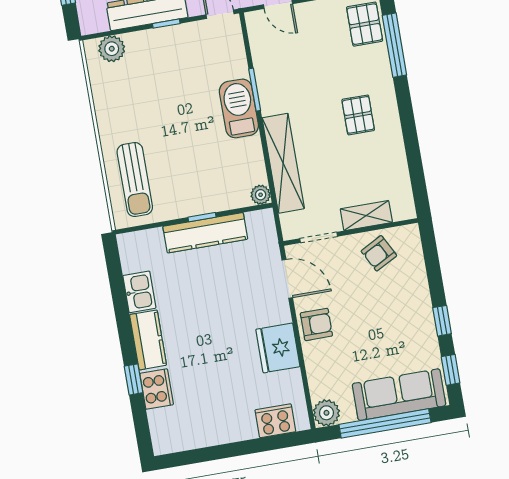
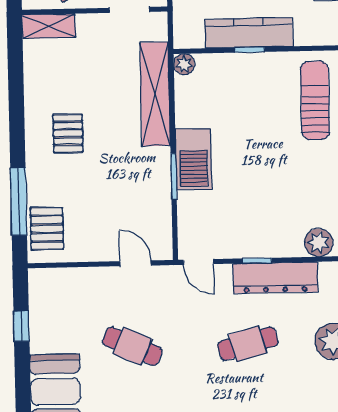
shelving: (366, 216) -> (49, 26), moved

